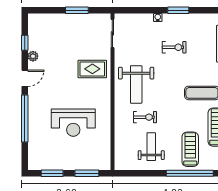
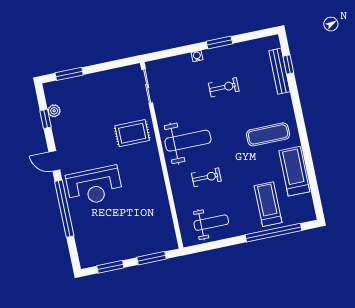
window: (77, 10) -> (69, 74), moved
plant: (33, 56) -> (54, 111), moved
door: (25, 78) -> (54, 161), swing flipped
weight bench: (136, 84) -> (188, 141), turned -90
reception desk: (73, 123) -> (94, 186), moved
weight bench: (151, 147) -> (211, 223), moved, turned 90

